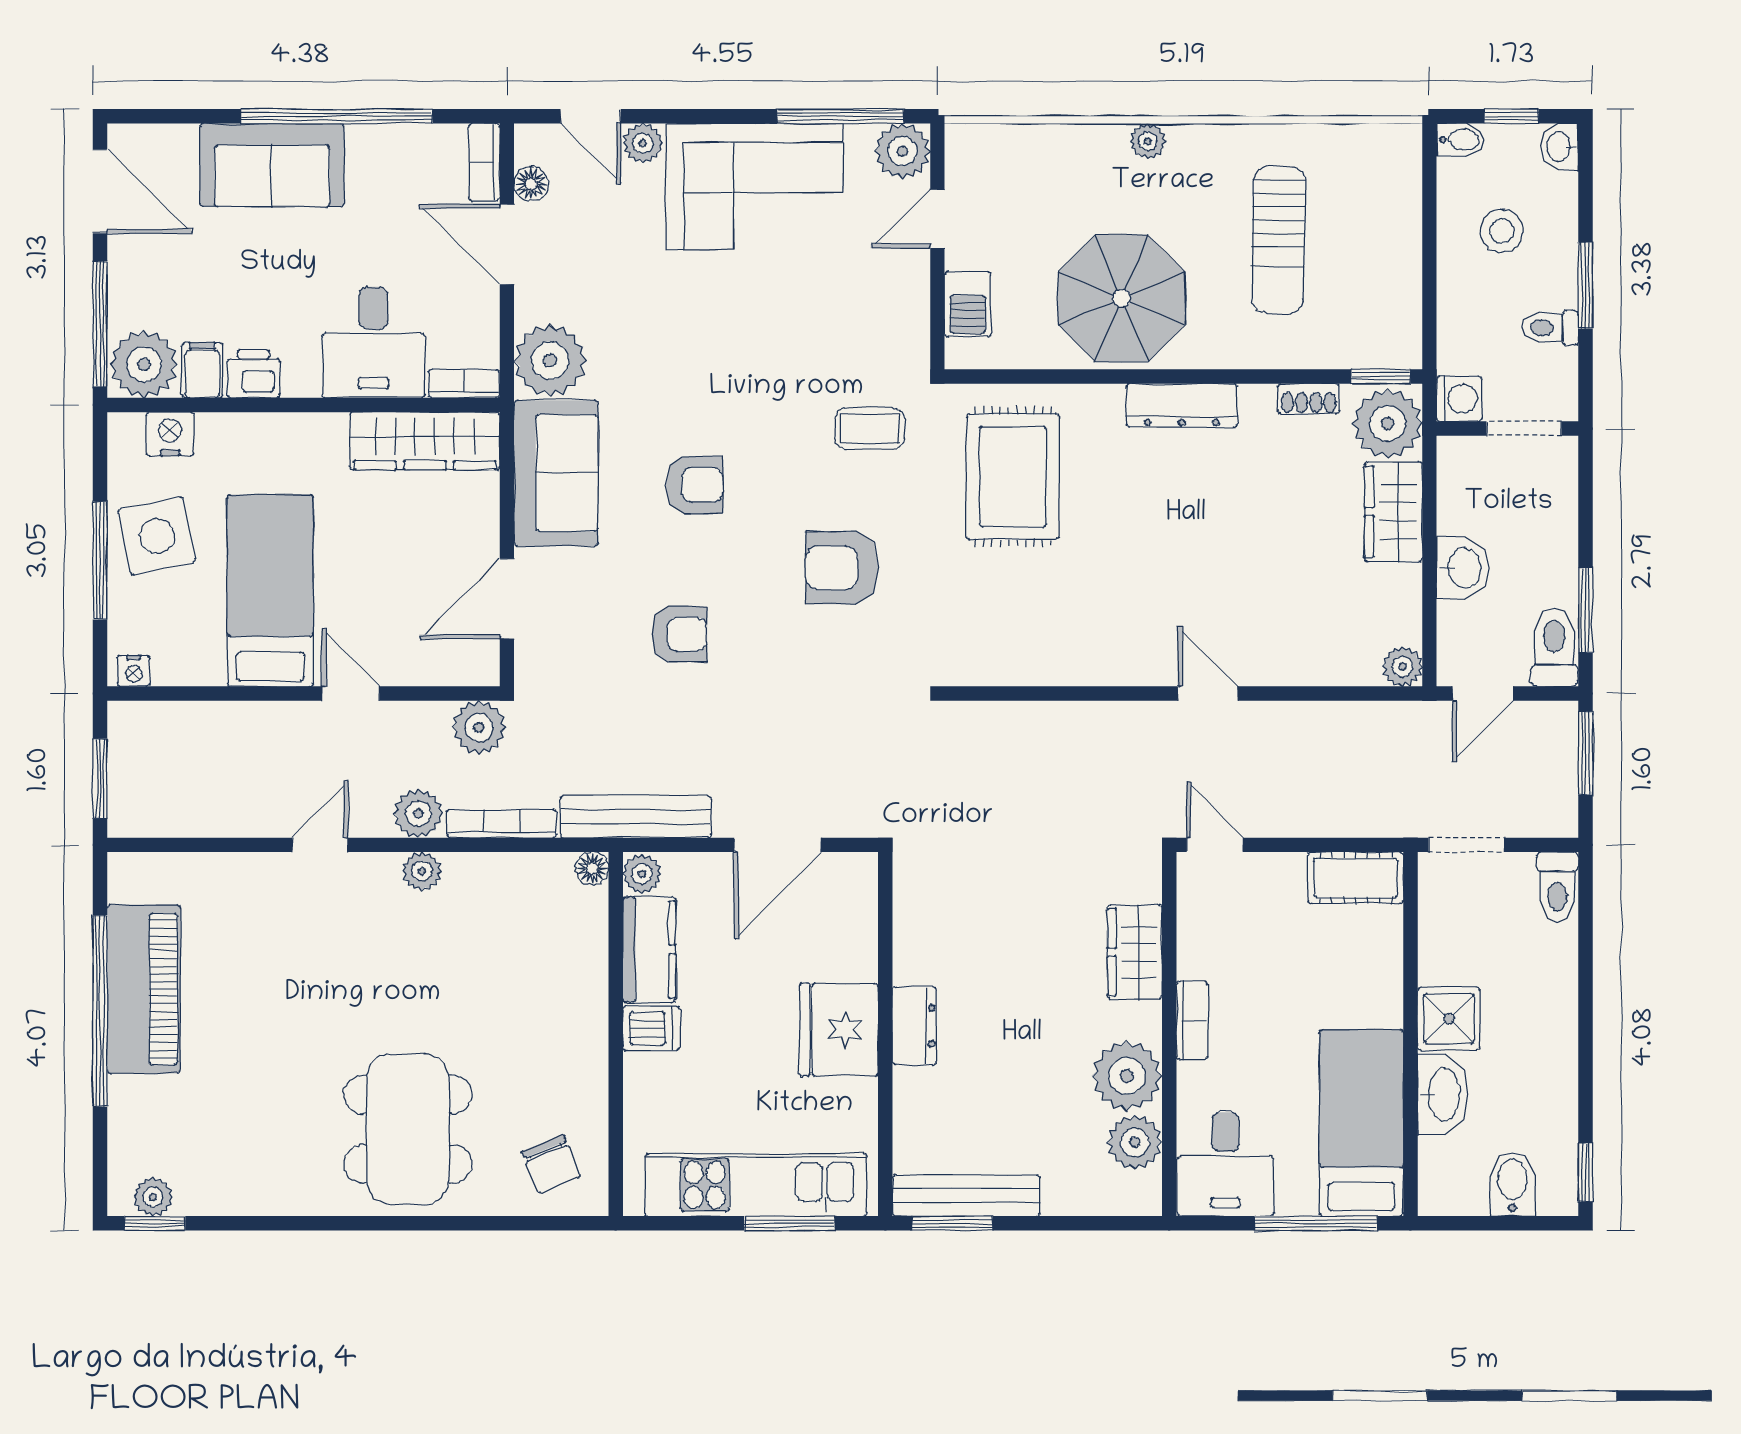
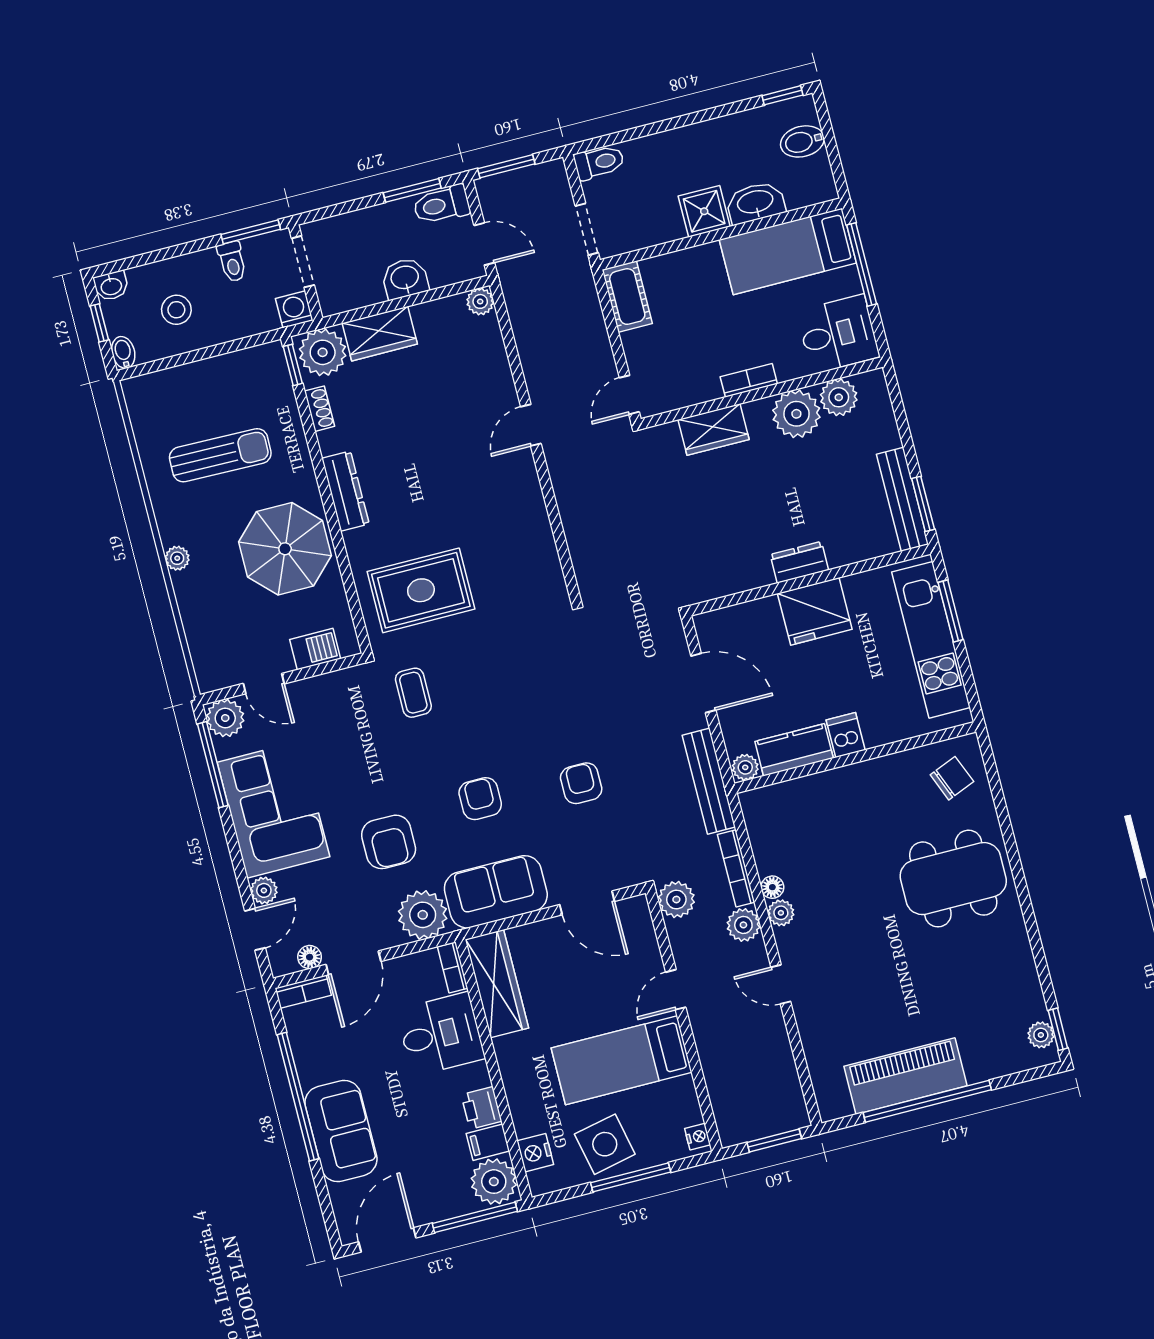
window: (1585, 285) -> (251, 232), moved
armchair: (842, 568) -> (389, 842), moved
floor lamp: (592, 868) -> (772, 887), moved

